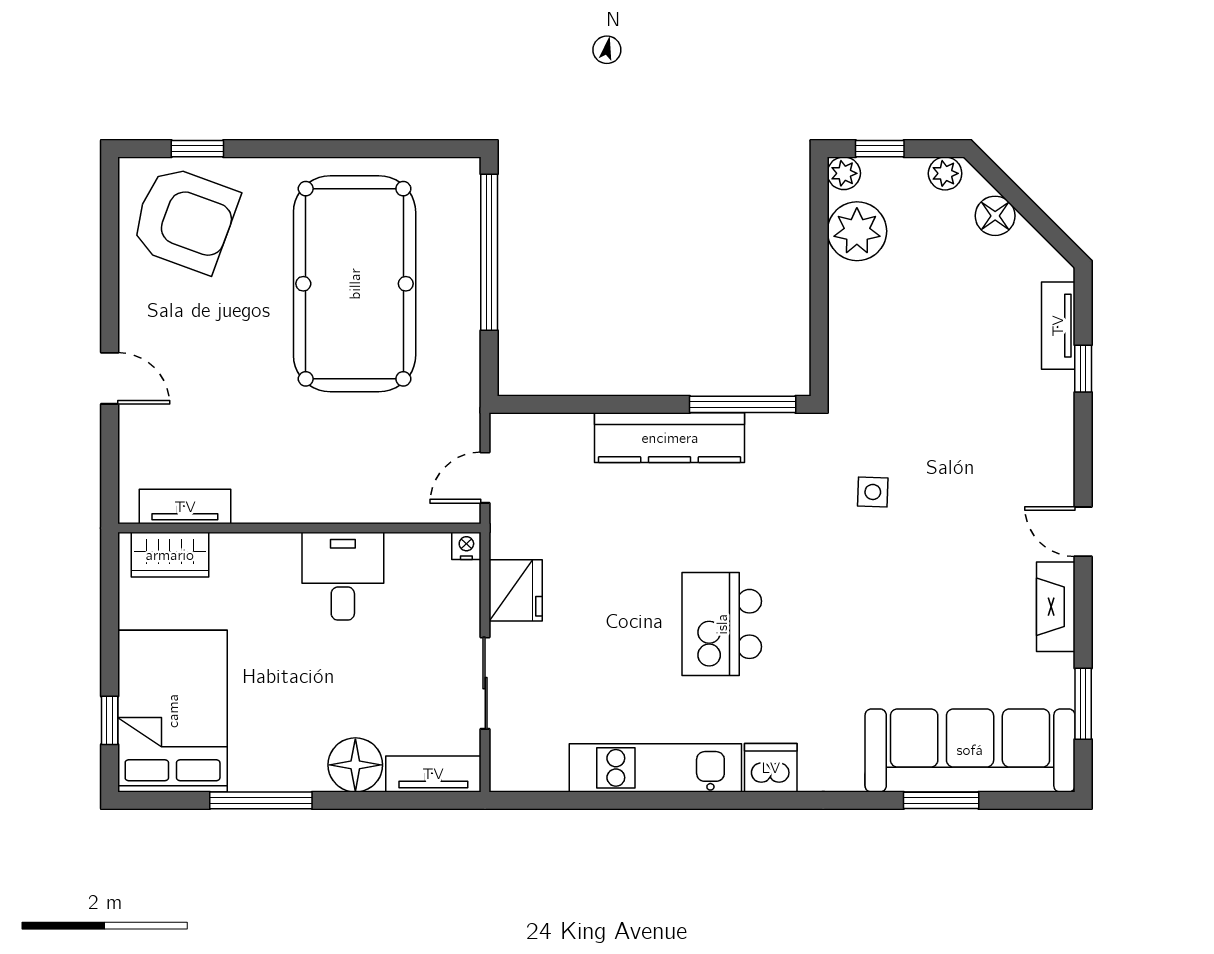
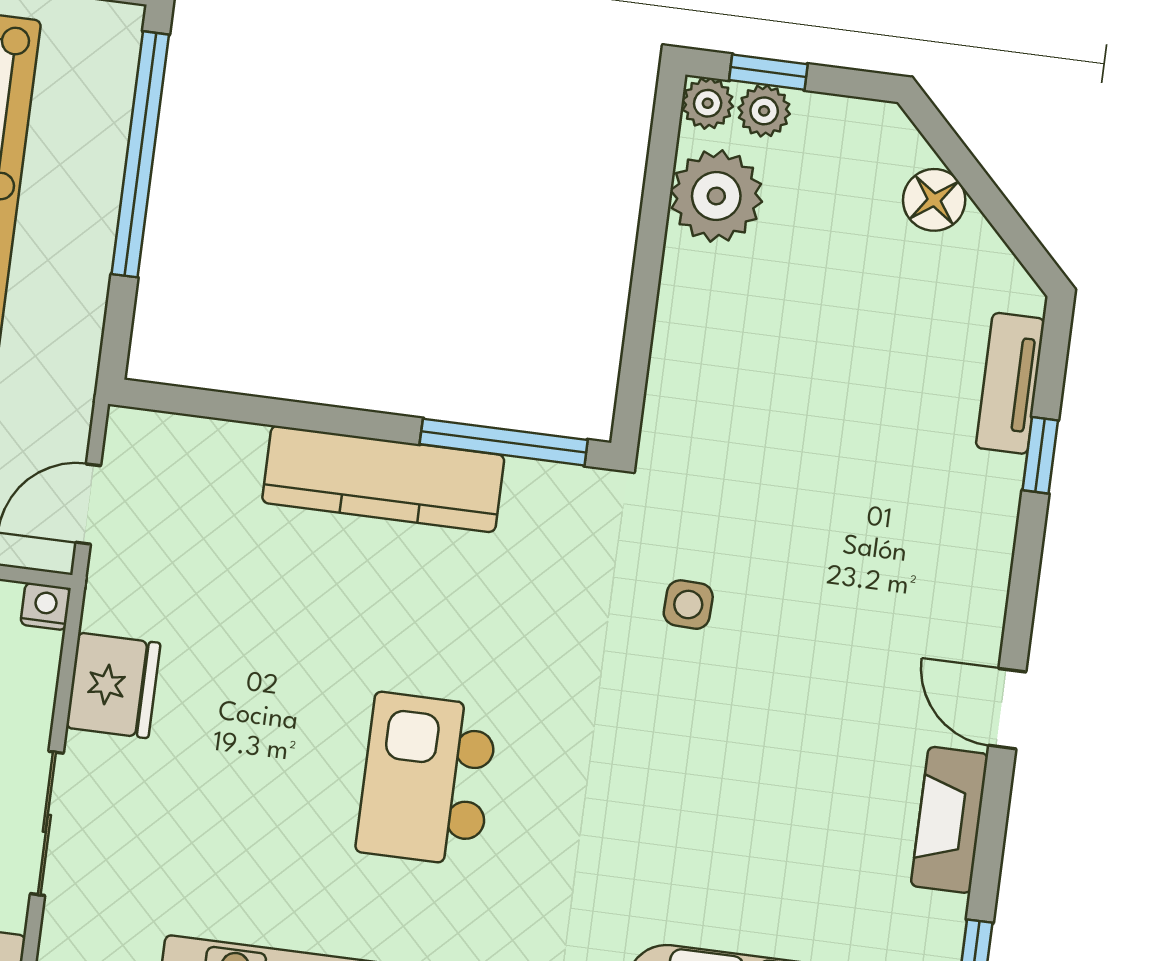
plant: (945, 173) -> (764, 111), moved

